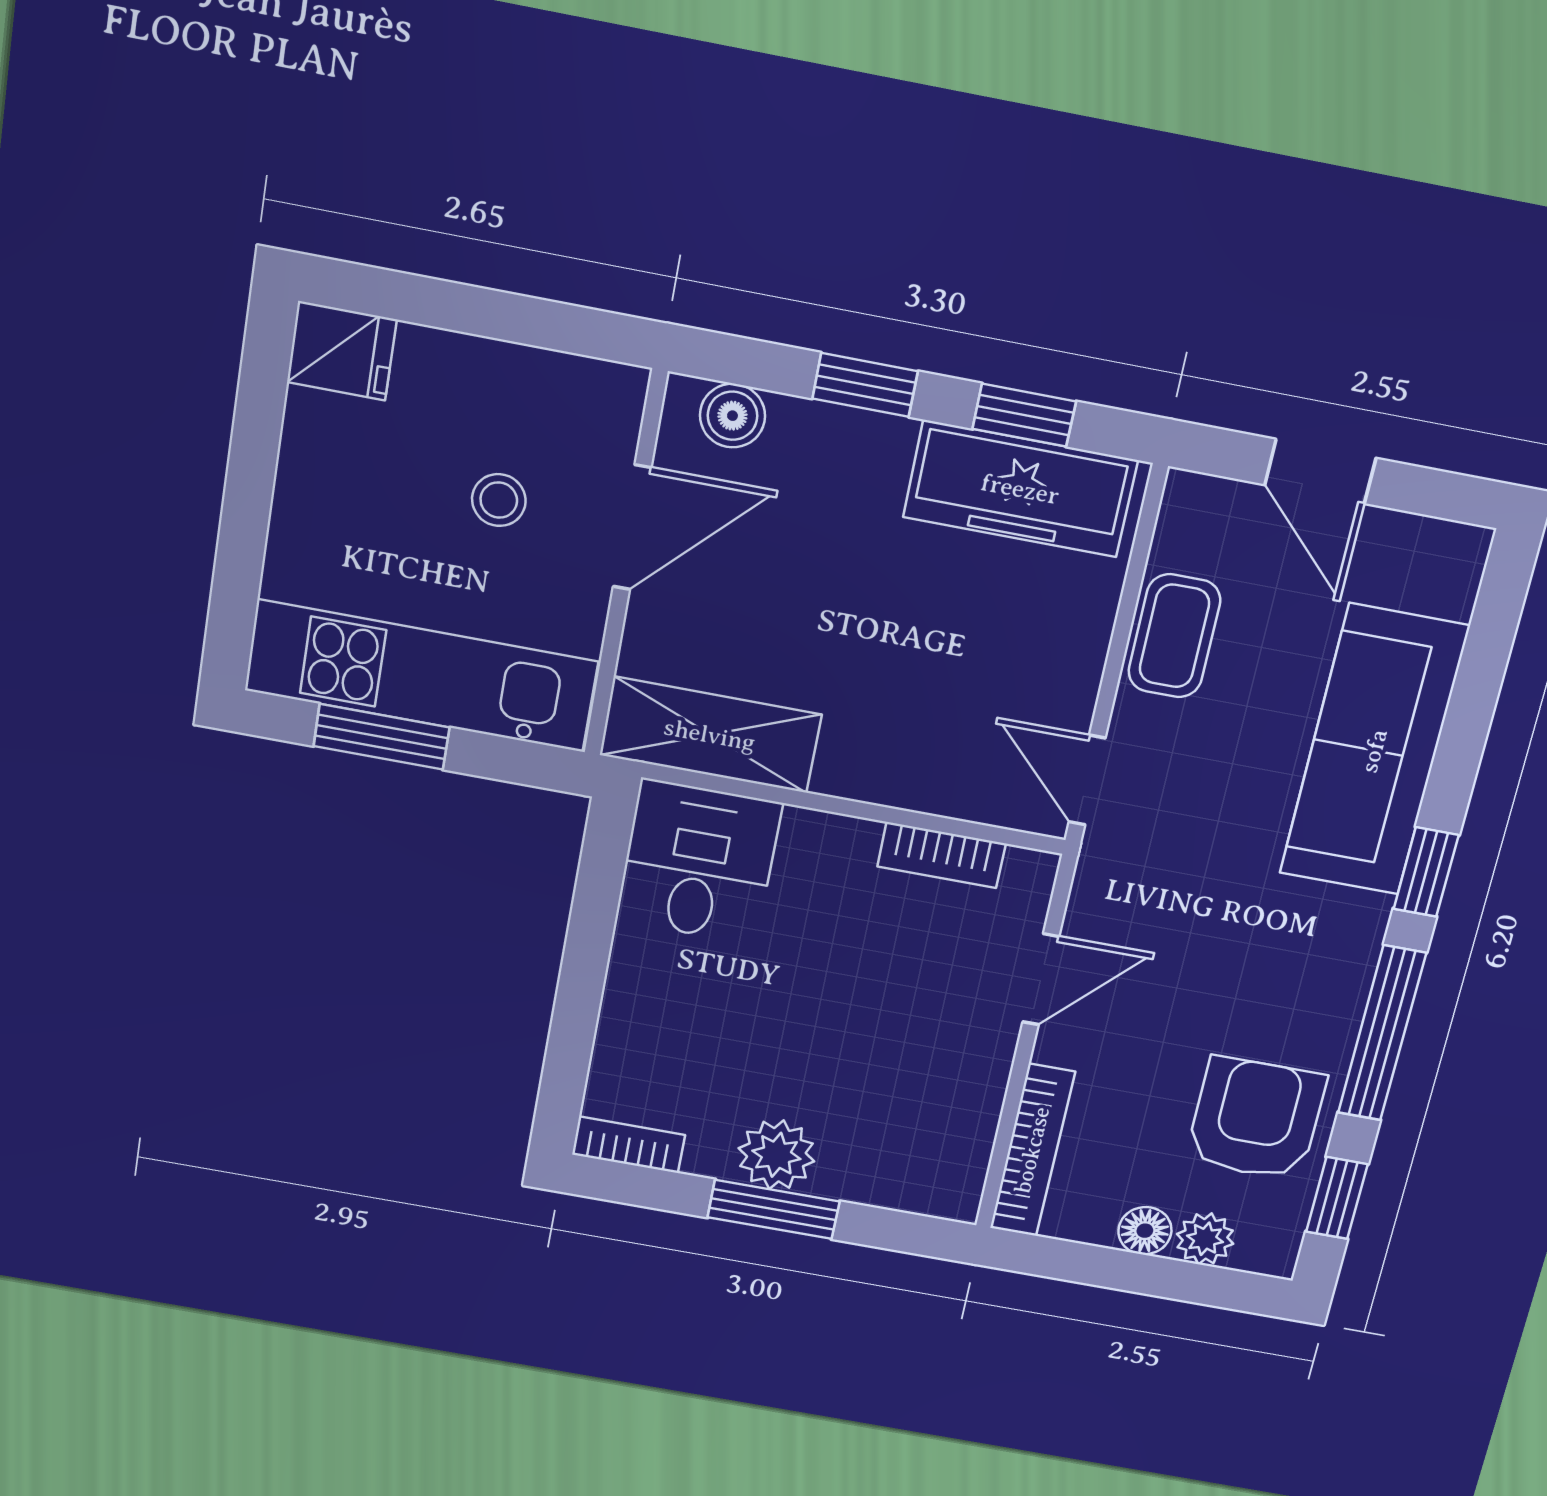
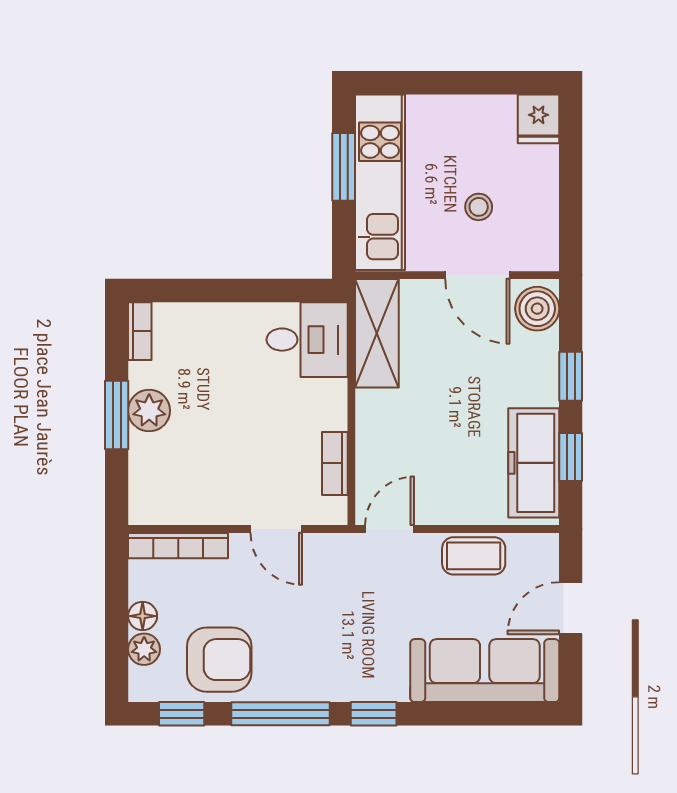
boiler: (732, 416) -> (537, 309), width x1.36, depth x1.36
sofa: (1374, 751) -> (485, 671), moved

